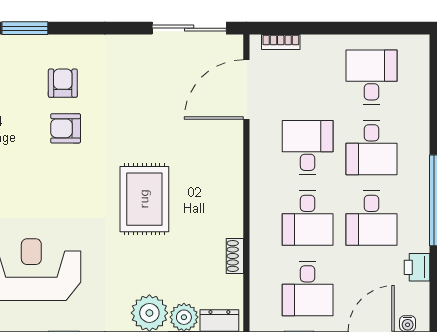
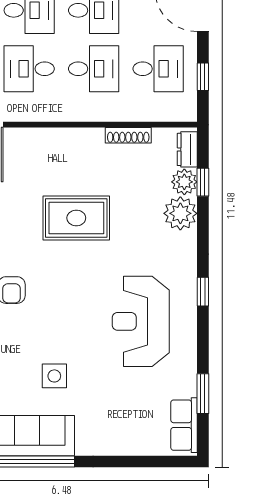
shoe rack: (235, 256) -> (128, 135), width x1.43

